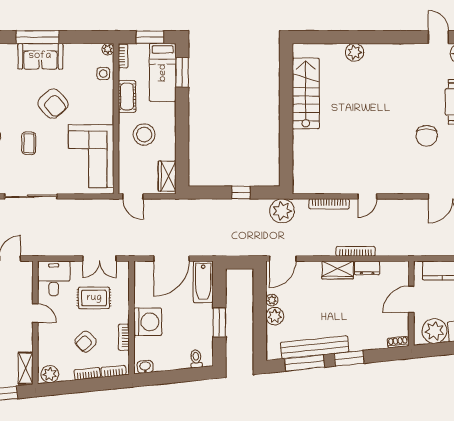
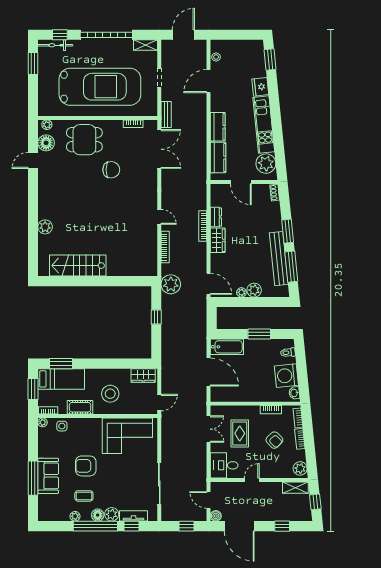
armchair: (53, 104) -> (86, 466), turned -139
coffee table: (29, 143) -> (84, 496), moved
washing machine: (148, 322) -> (286, 376), moved, turned -96

